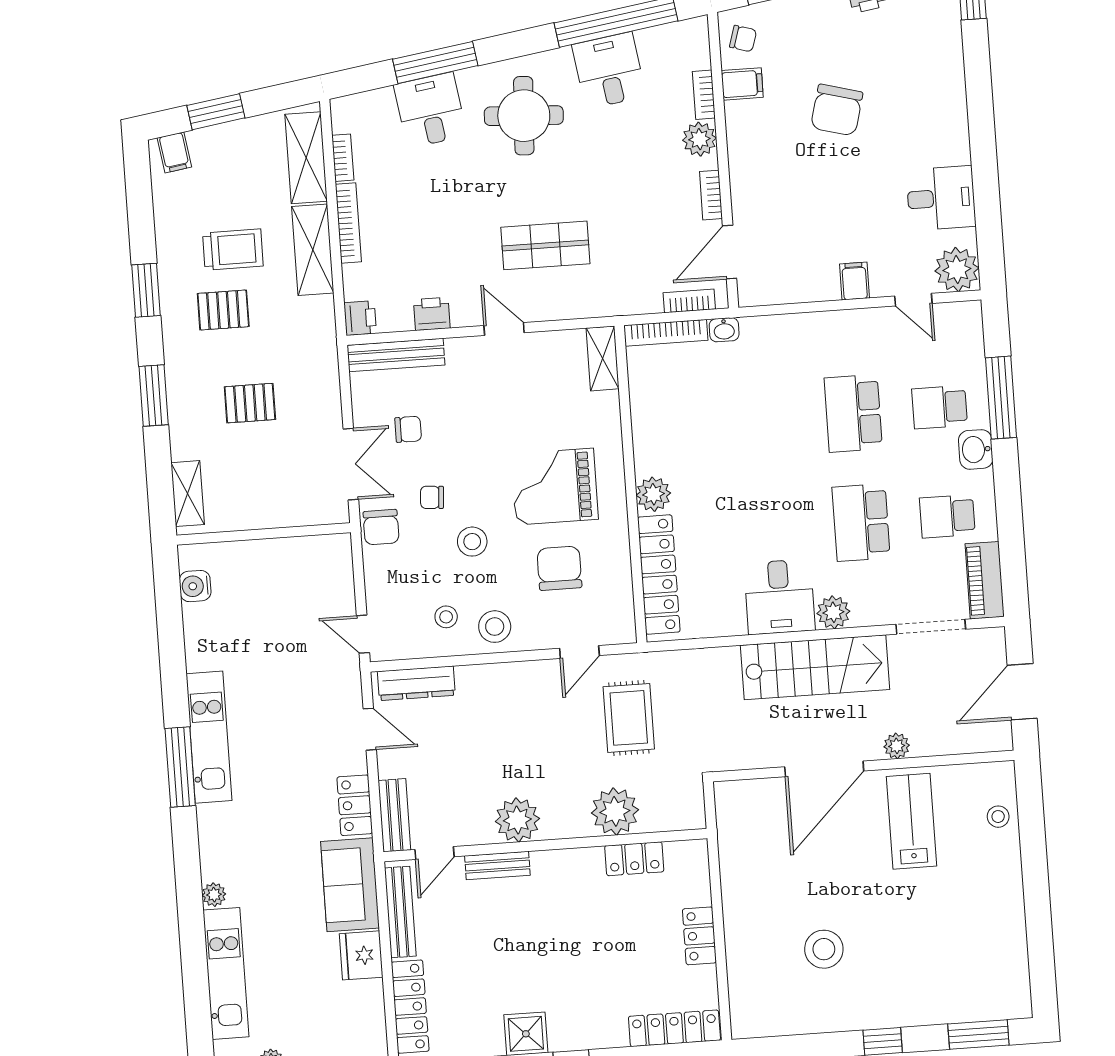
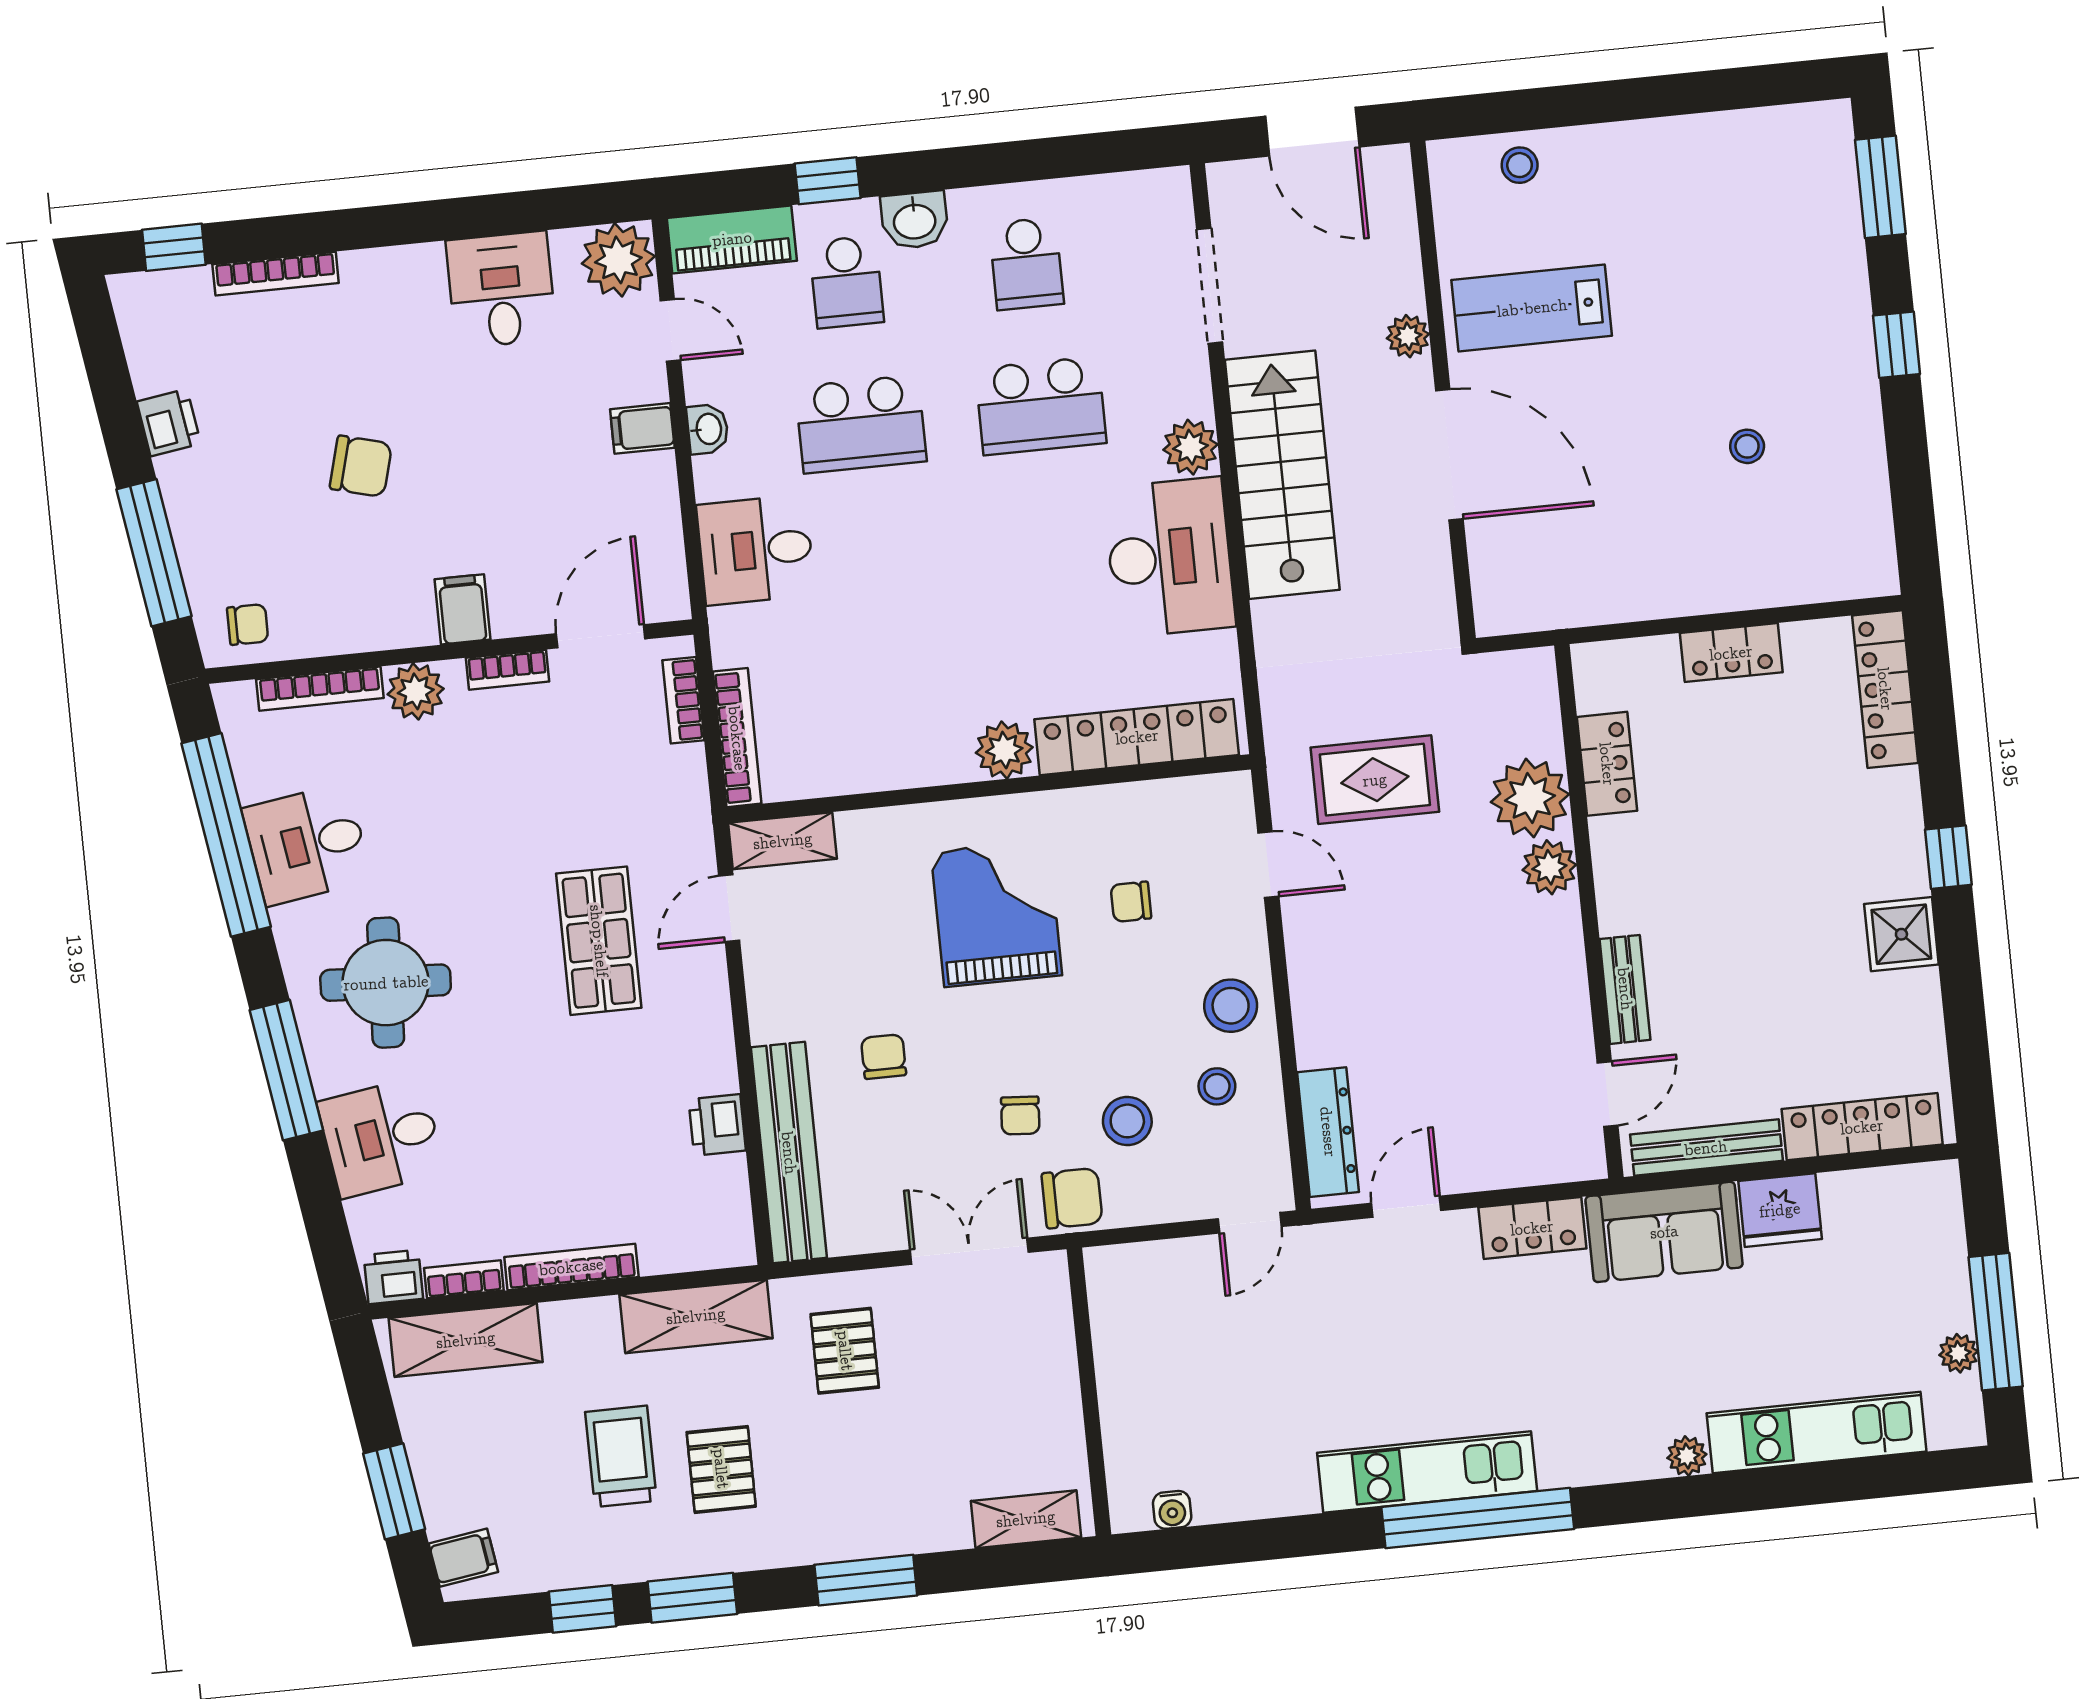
chair: (743, 39) -> (248, 624), turned 73
window: (435, 62) -> (286, 1070), moved
bookcase: (955, 62) -> (276, 274), added
filing cabinet: (742, 84) -> (463, 609), moved
bookcase: (704, 95) -> (320, 689), width x1.56
chair: (837, 110) -> (361, 466), width x0.73, depth x0.73
window: (141, 224) -> (583, 1609), added
shelving: (313, 250) -> (696, 1316), moved
door: (730, 252) -> (601, 636), swing flipped
door: (913, 300) -> (670, 330), hinge flipped
printer: (360, 318) -> (393, 1277), moved
door: (504, 329) -> (729, 908), moved
washbasin: (724, 330) -> (708, 429), moved
desk: (779, 347) -> (756, 550), added
bench: (396, 355) -> (789, 1153), width x1.37, depth x1.21
window: (1001, 398) -> (828, 181), width x0.46
pallet: (250, 403) -> (845, 1351), moved
chair: (408, 429) -> (884, 1057), moved
grand piano: (555, 487) -> (996, 913), turned 180
stool: (472, 542) -> (1127, 1121), moved
chair: (559, 568) -> (1131, 902), width x0.54, depth x0.54
piano: (985, 580) -> (732, 239), moved
water cooler: (195, 586) -> (1172, 1510), width x0.72, depth x0.72
desk: (780, 597) -> (1170, 557), width x1.37
window: (180, 767) -> (1478, 1518), width x1.46
bench: (394, 815) -> (1547, 1162), removed
plant: (517, 820) -> (1549, 867), moved, width x0.73, depth x0.73
door: (434, 853) -> (1607, 1094), hinge flipped
stool: (824, 949) -> (1747, 446), width x0.53, depth x0.53

